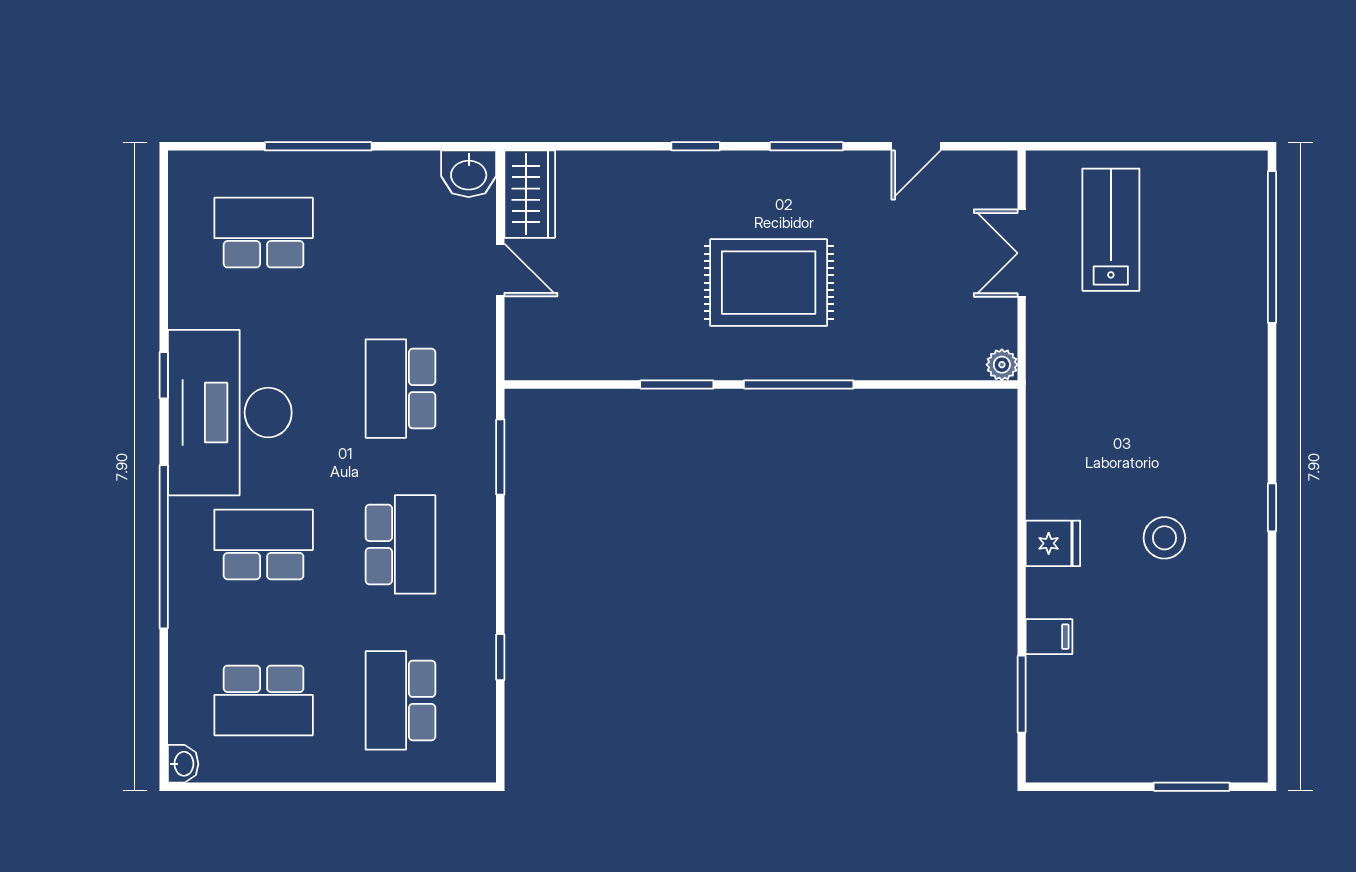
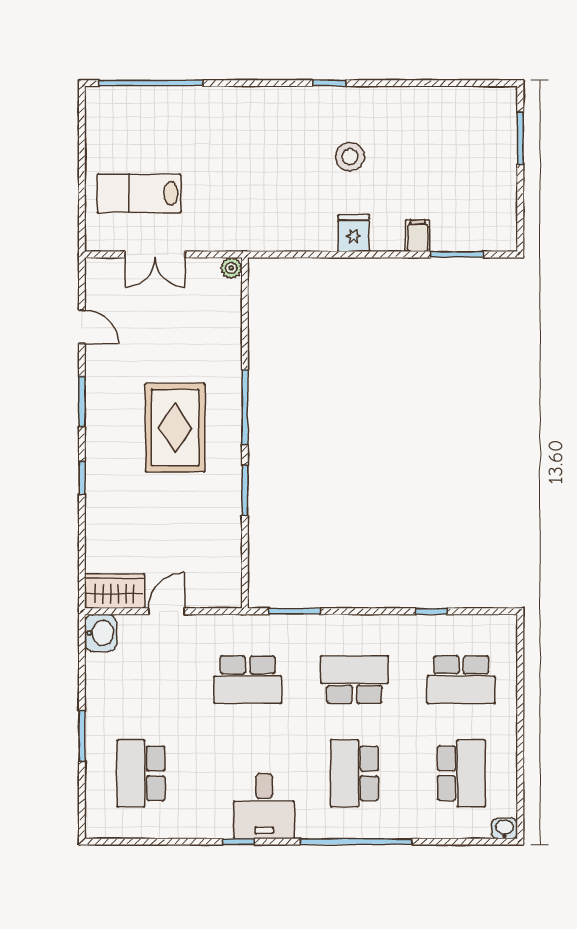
window: (318, 146) -> (82, 736), width x0.69
desk: (230, 413) -> (264, 806), width x0.53, depth x0.77

